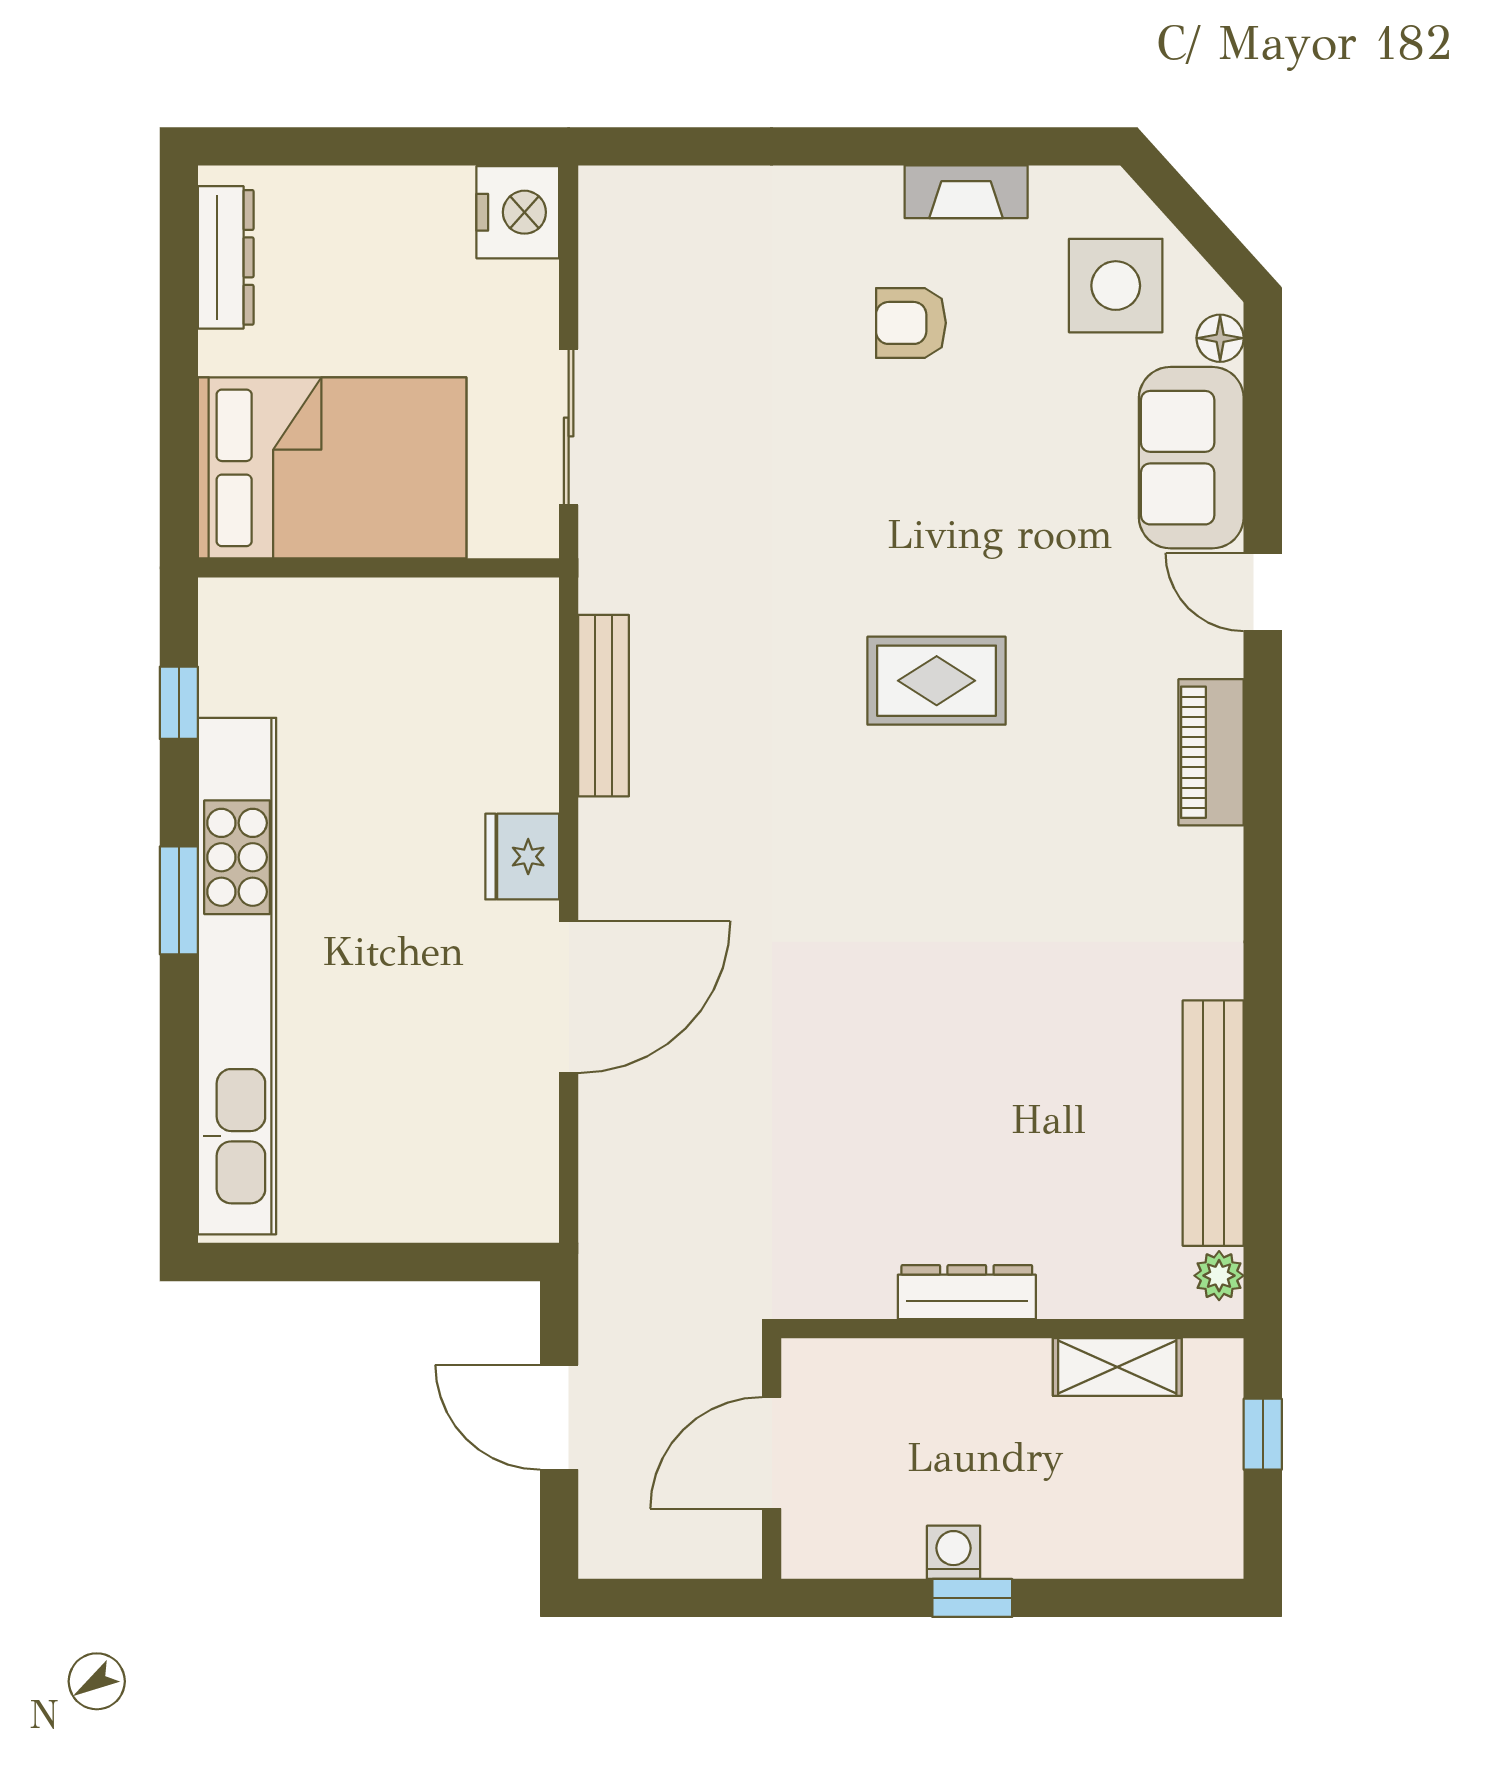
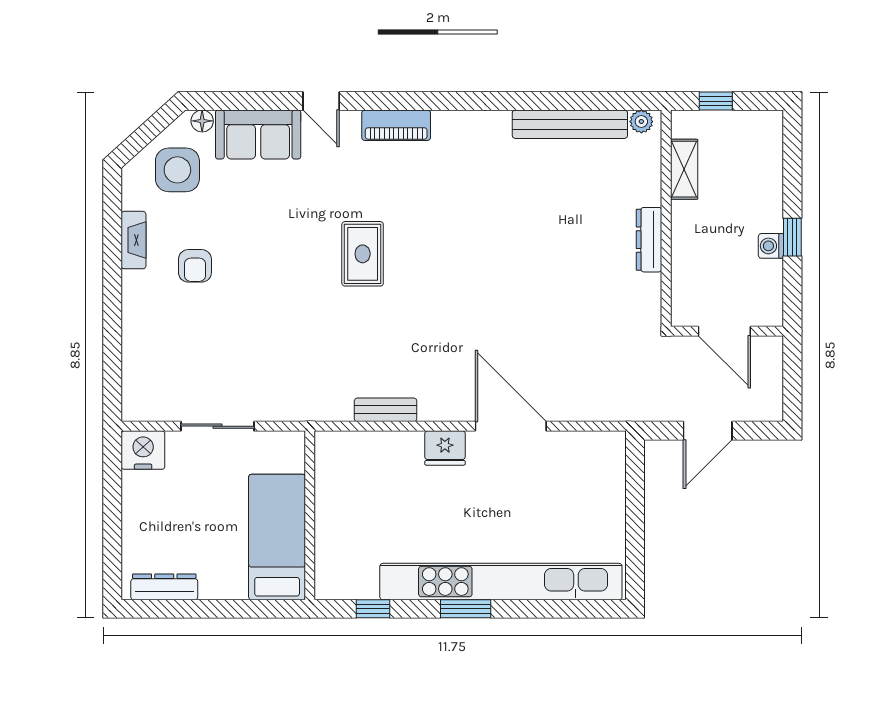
sliding door: (569, 427) -> (218, 426), moved
bed: (332, 468) -> (277, 537), width x0.67
door: (1263, 592) -> (321, 101), hinge flipped
bench: (604, 706) -> (386, 410), width x0.73

